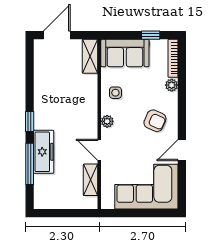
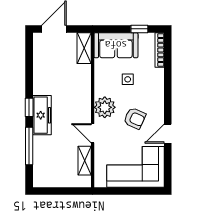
plant: (172, 85) -> (158, 74), removed
side table: (115, 93) -> (128, 79), moved
plant: (107, 121) -> (105, 107), width x1.87, depth x1.87
armchair: (155, 121) -> (135, 118), moved
freezer: (44, 152) -> (42, 115), moved

